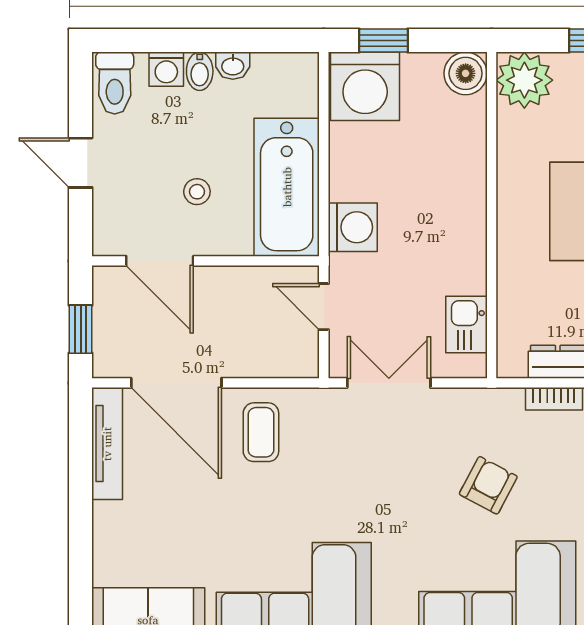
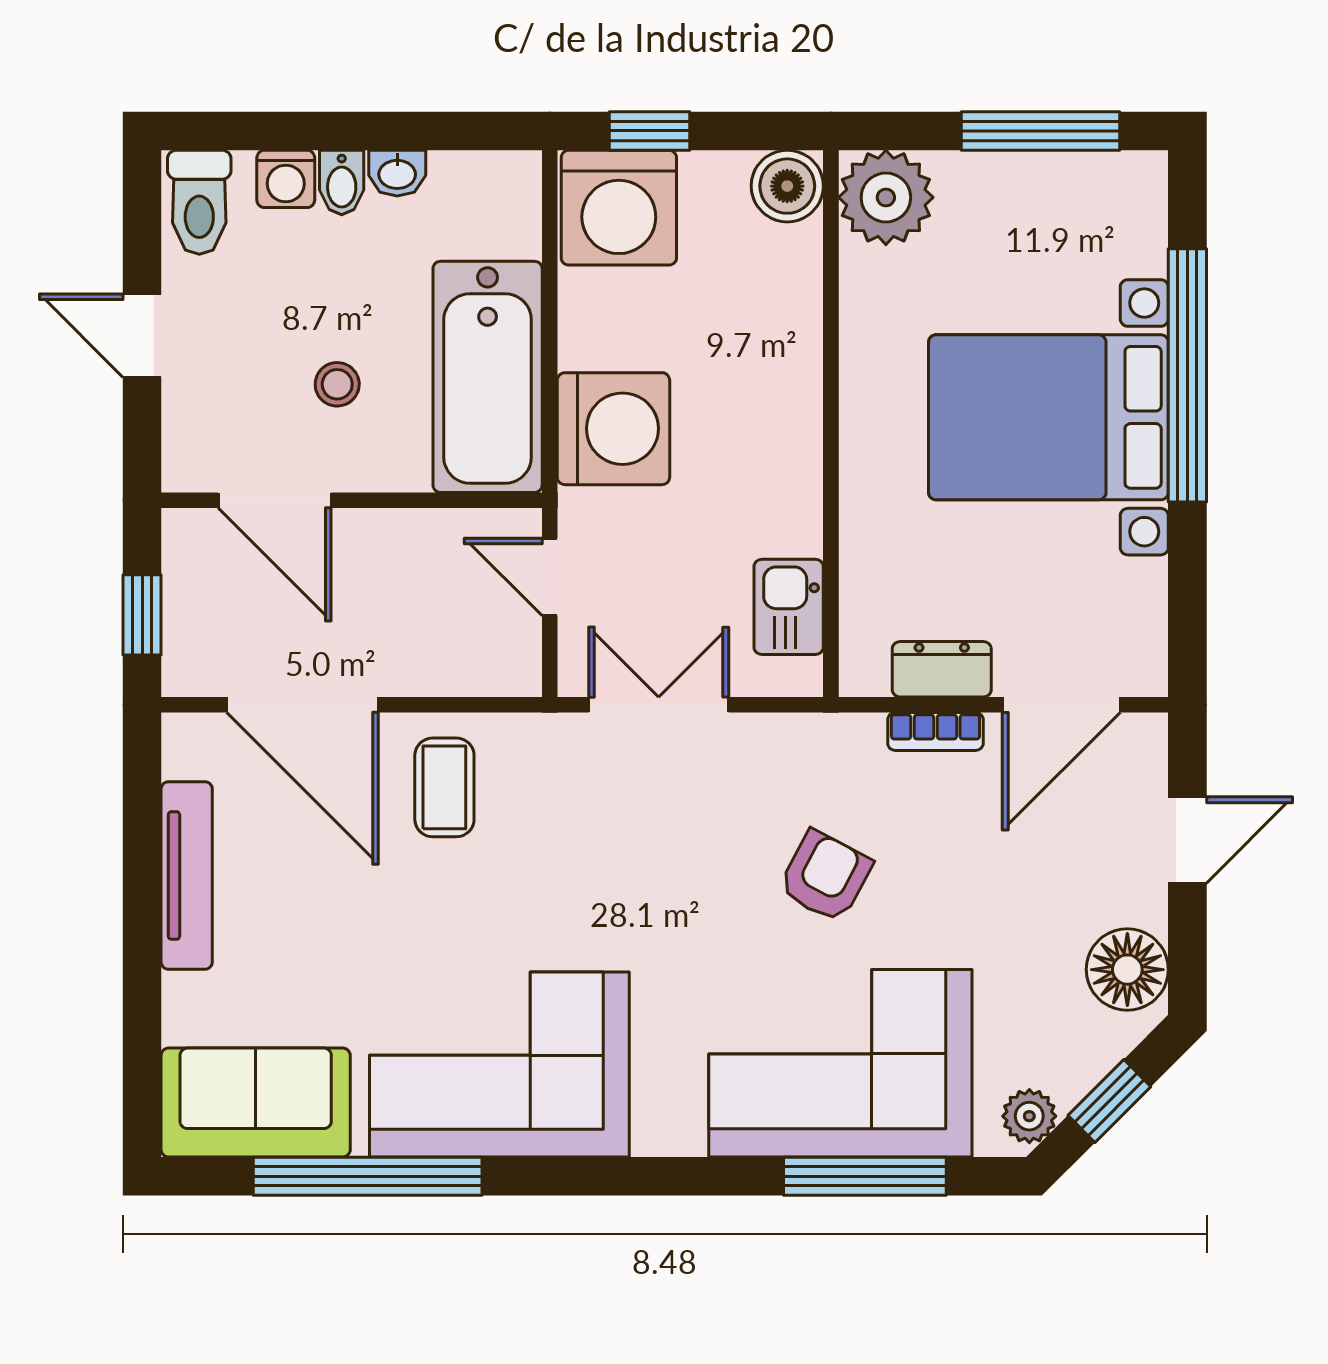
washing machine: (353, 227) -> (613, 429), width x1.37, depth x1.37
tv unit: (107, 444) -> (187, 875), moved

